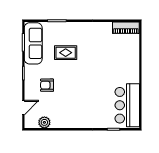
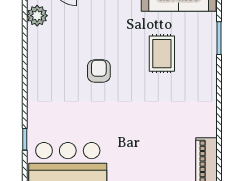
armchair: (47, 85) -> (99, 71), moved

